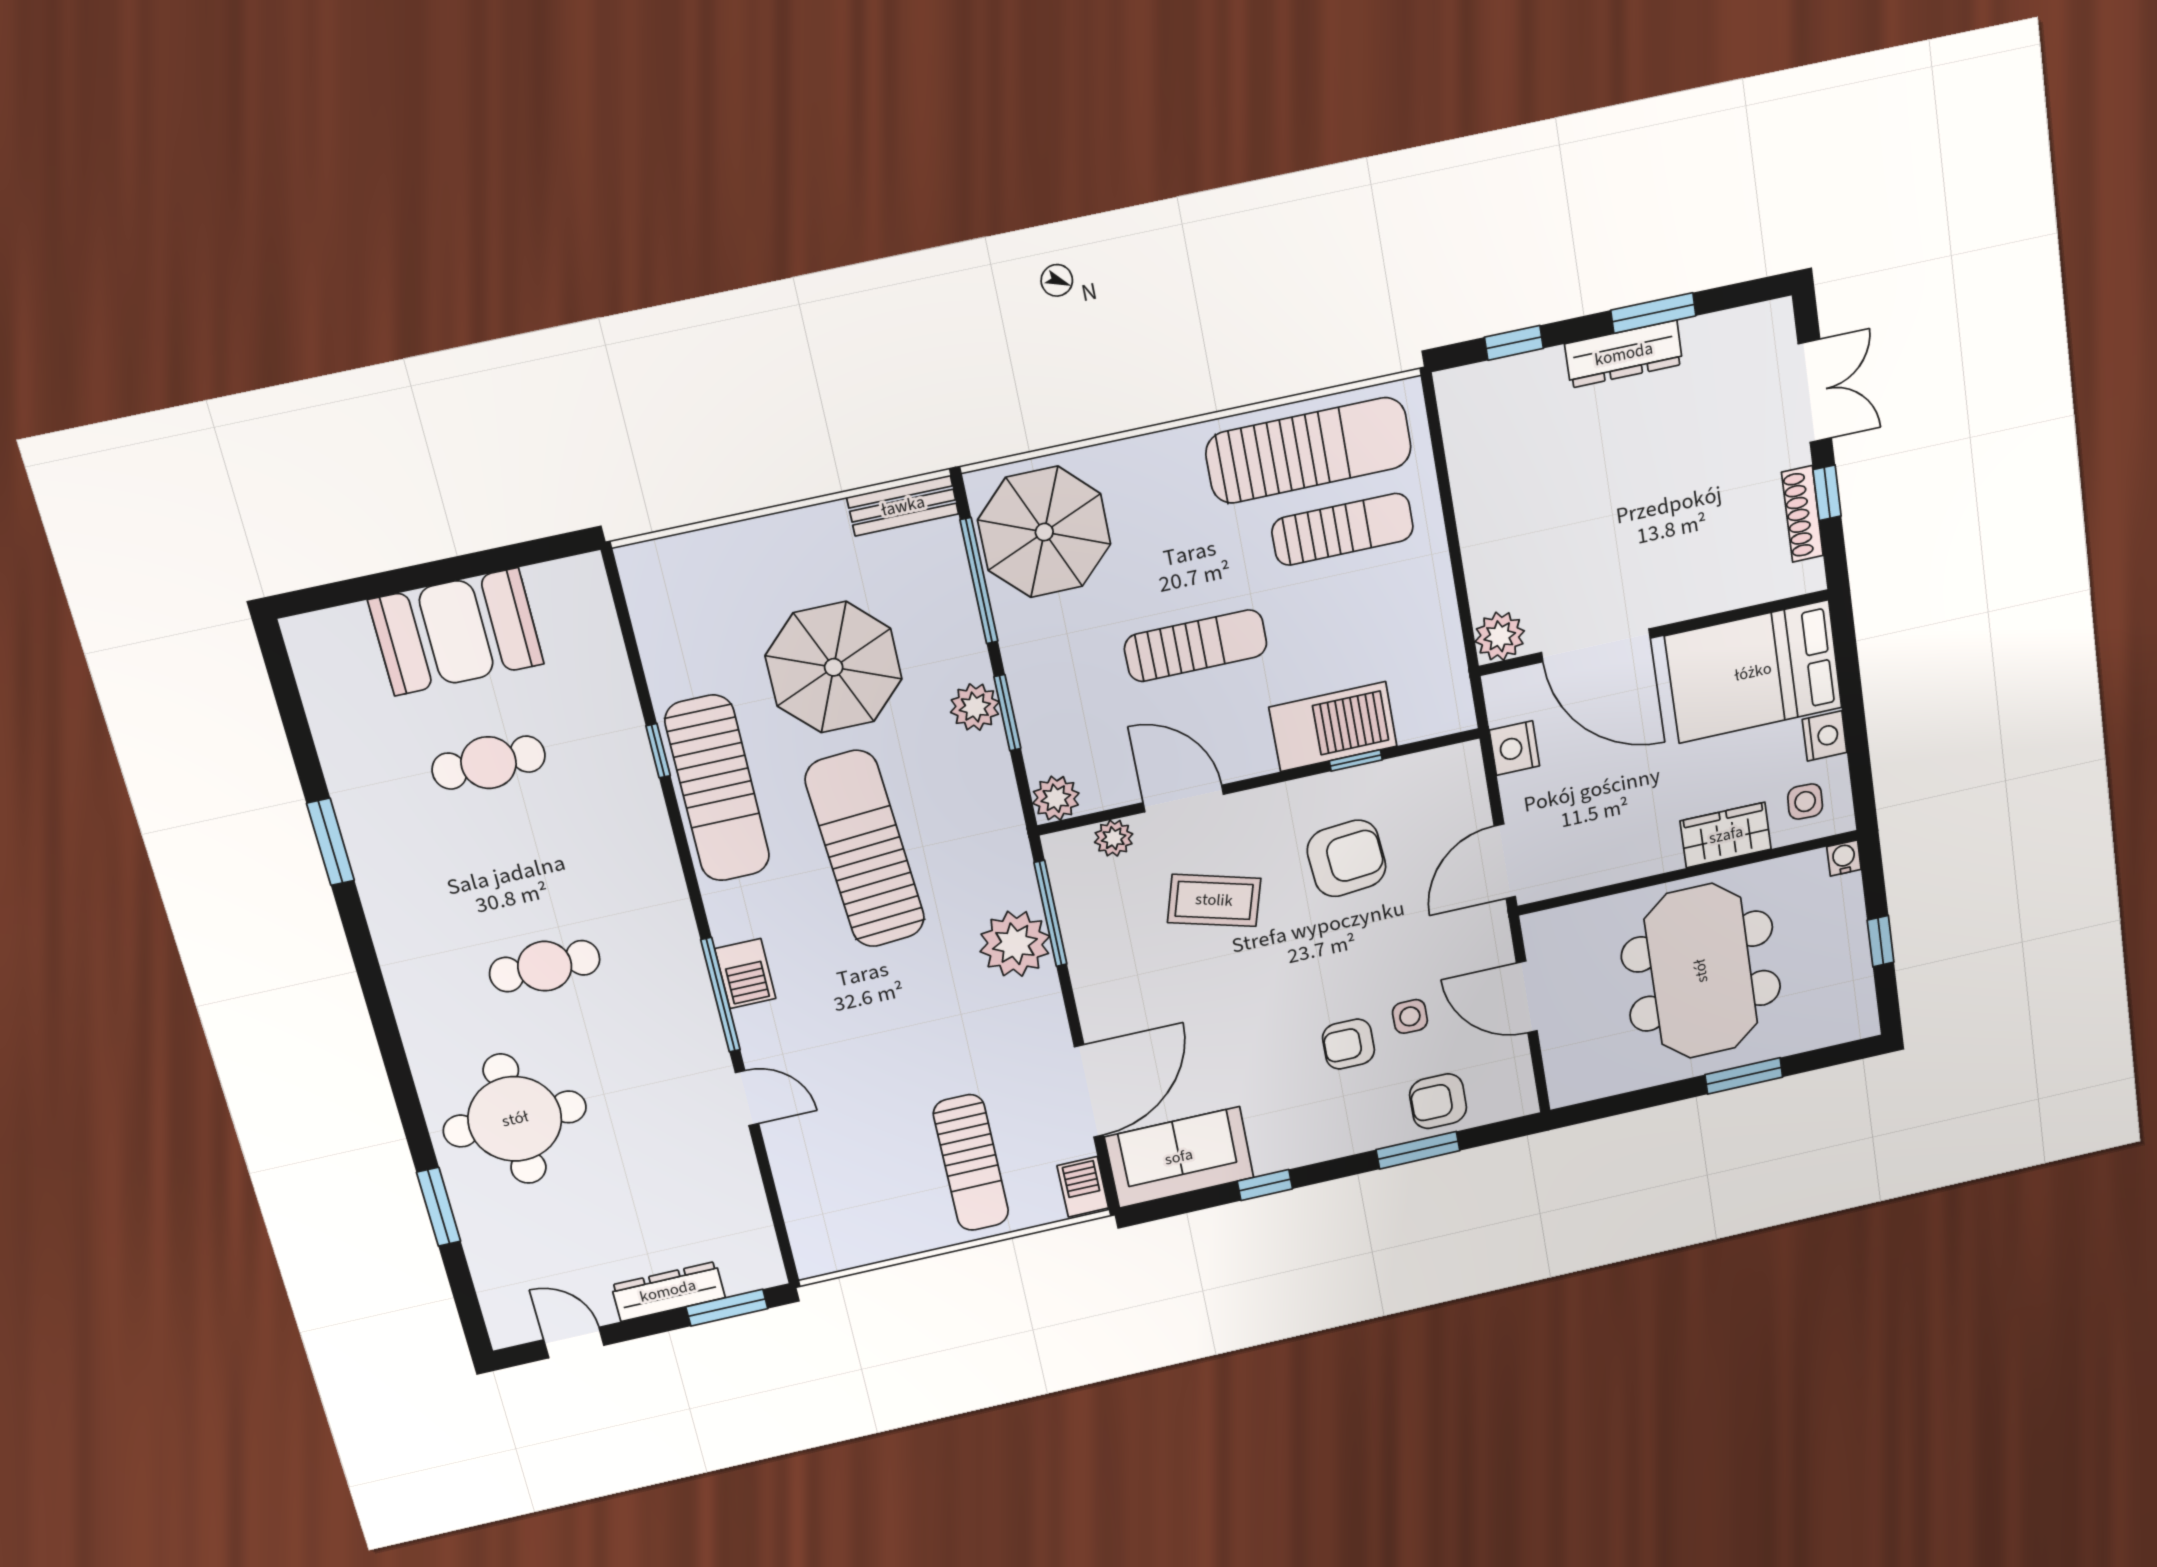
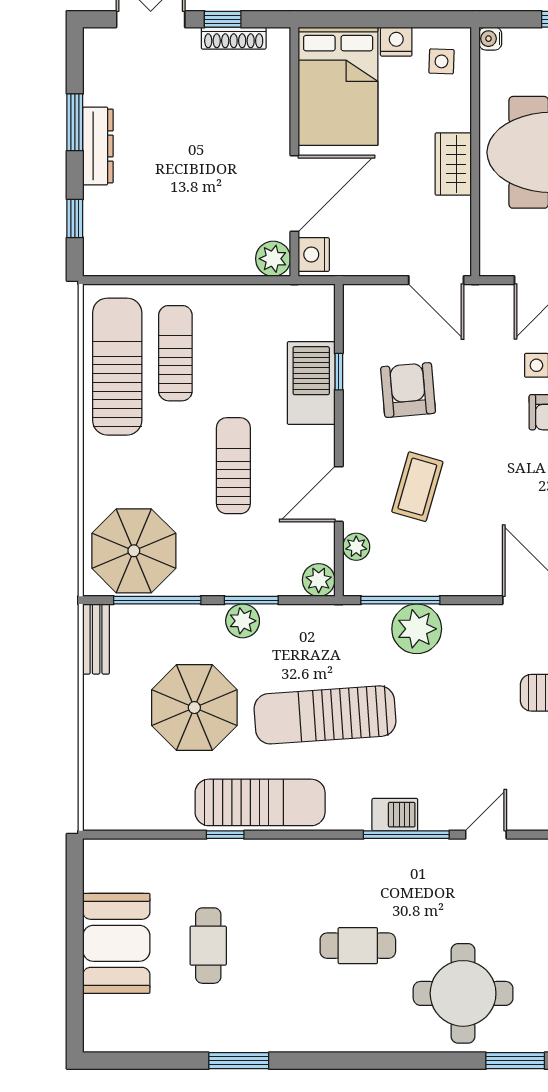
nightstand: (1514, 748) -> (314, 255), moved, turned 90
wardrobe: (1726, 835) -> (453, 164), moved
cafe table: (545, 966) -> (358, 946), turned 90

